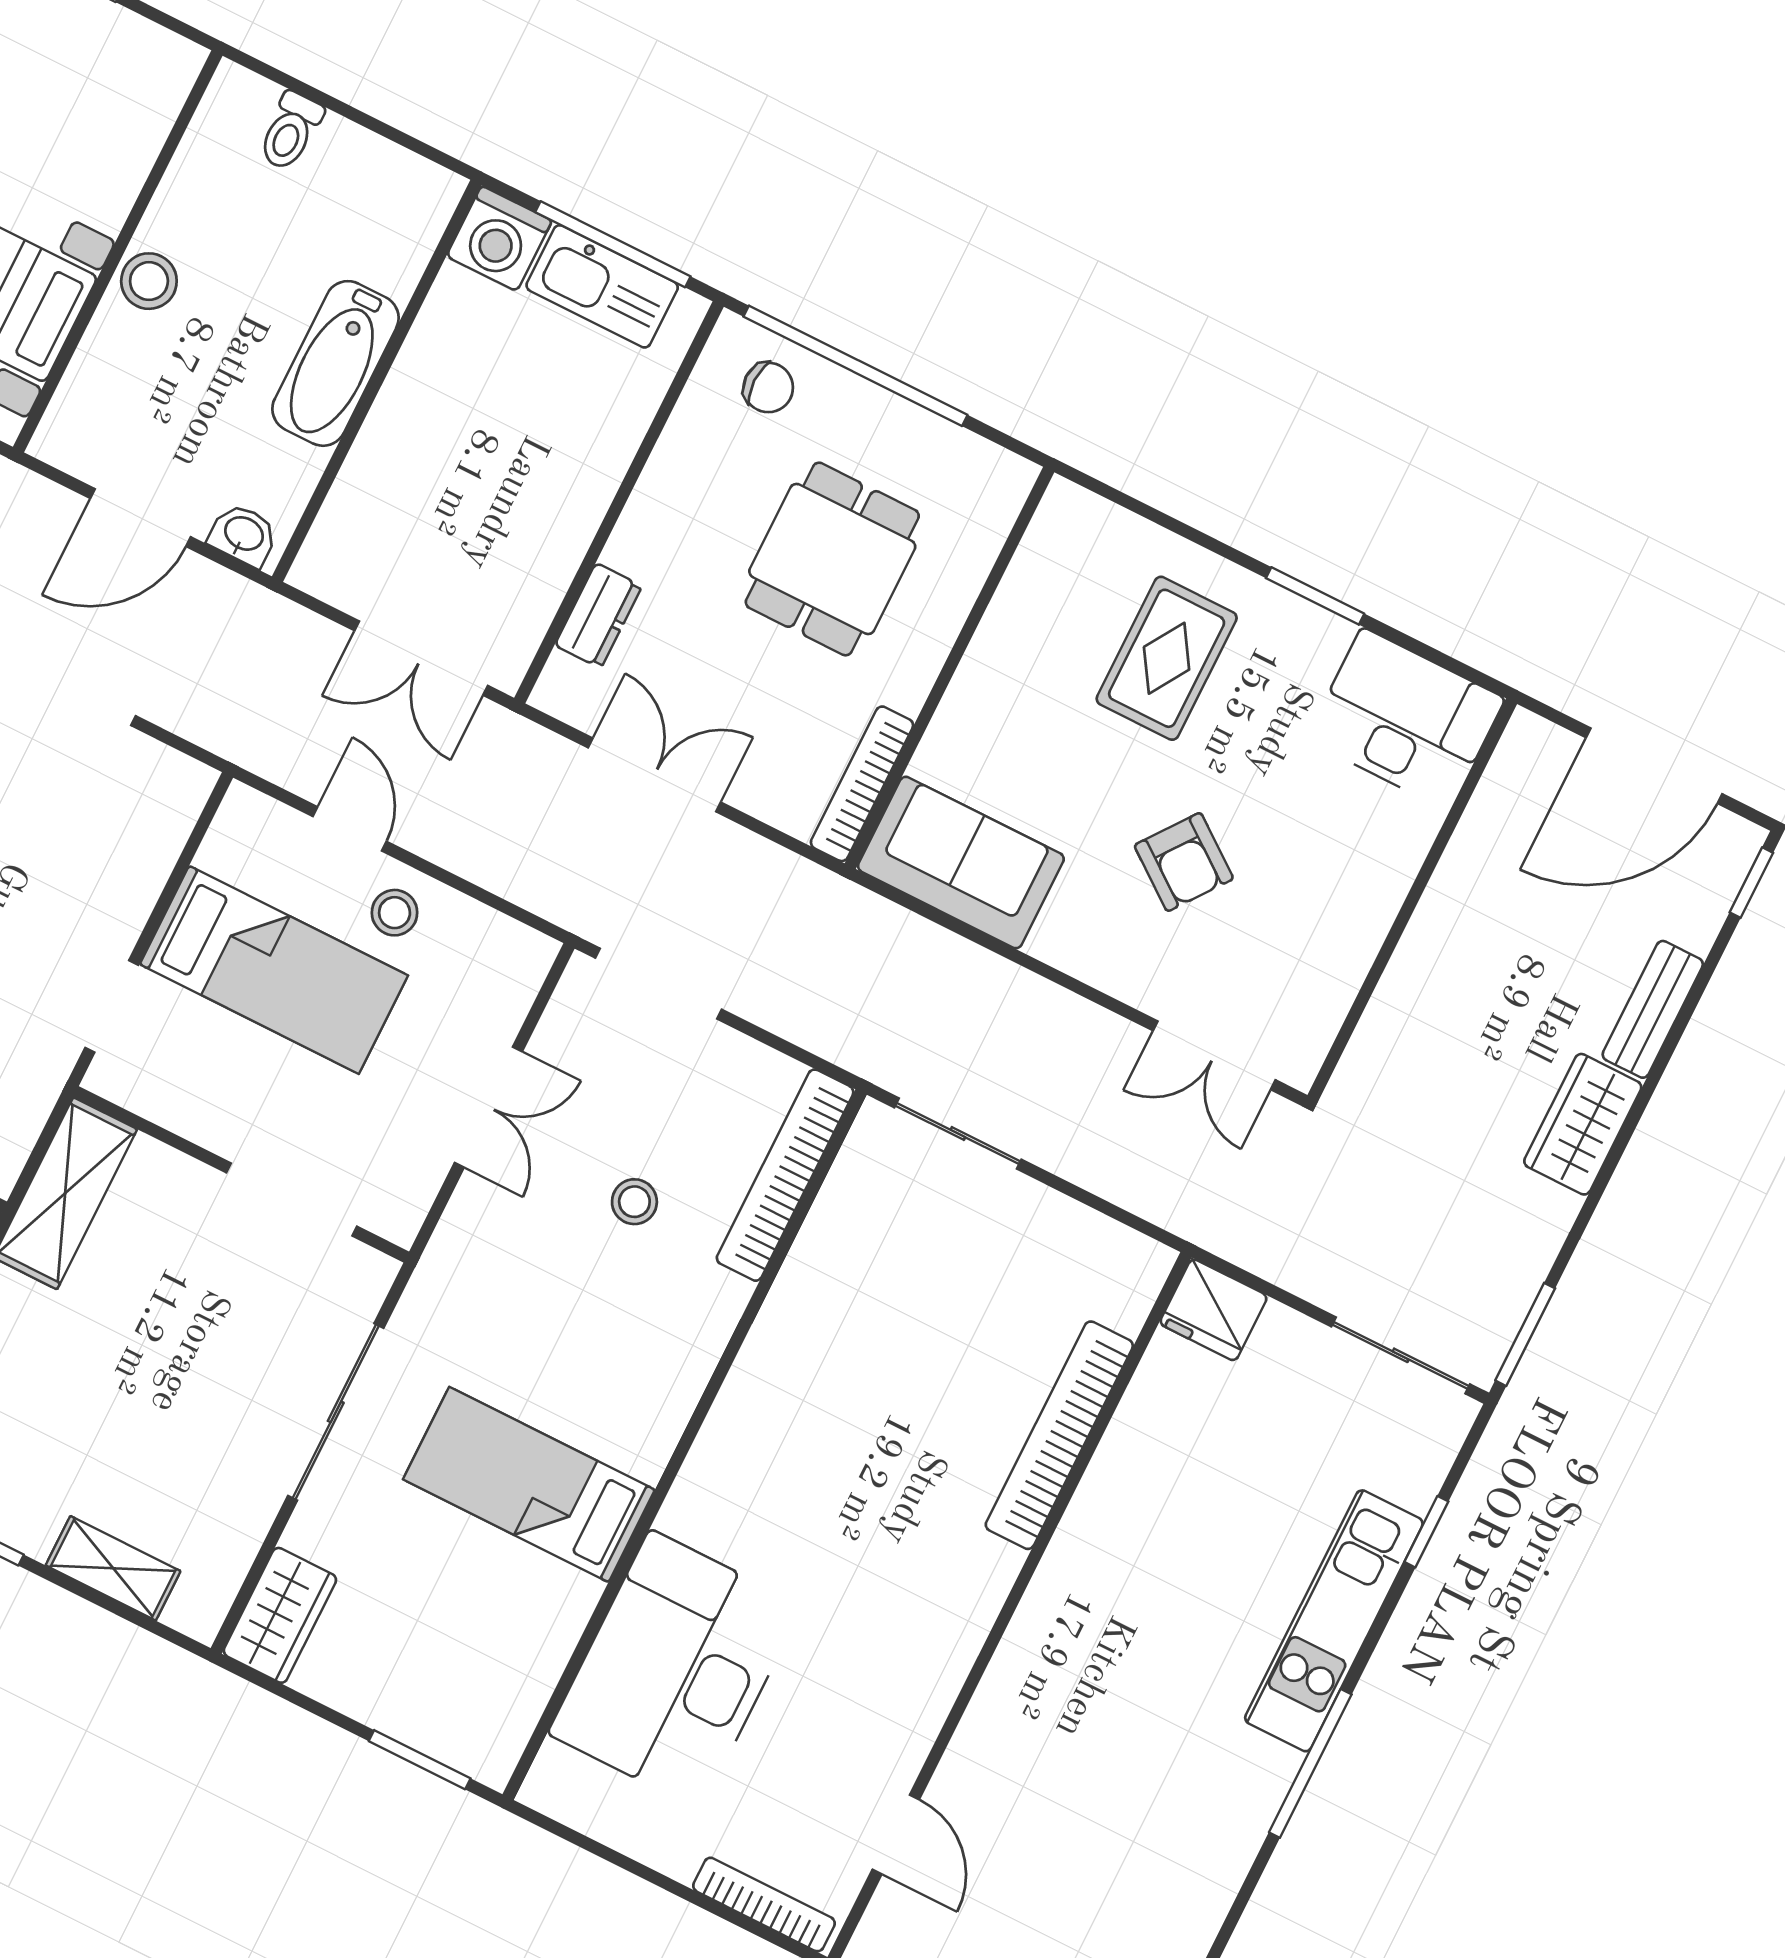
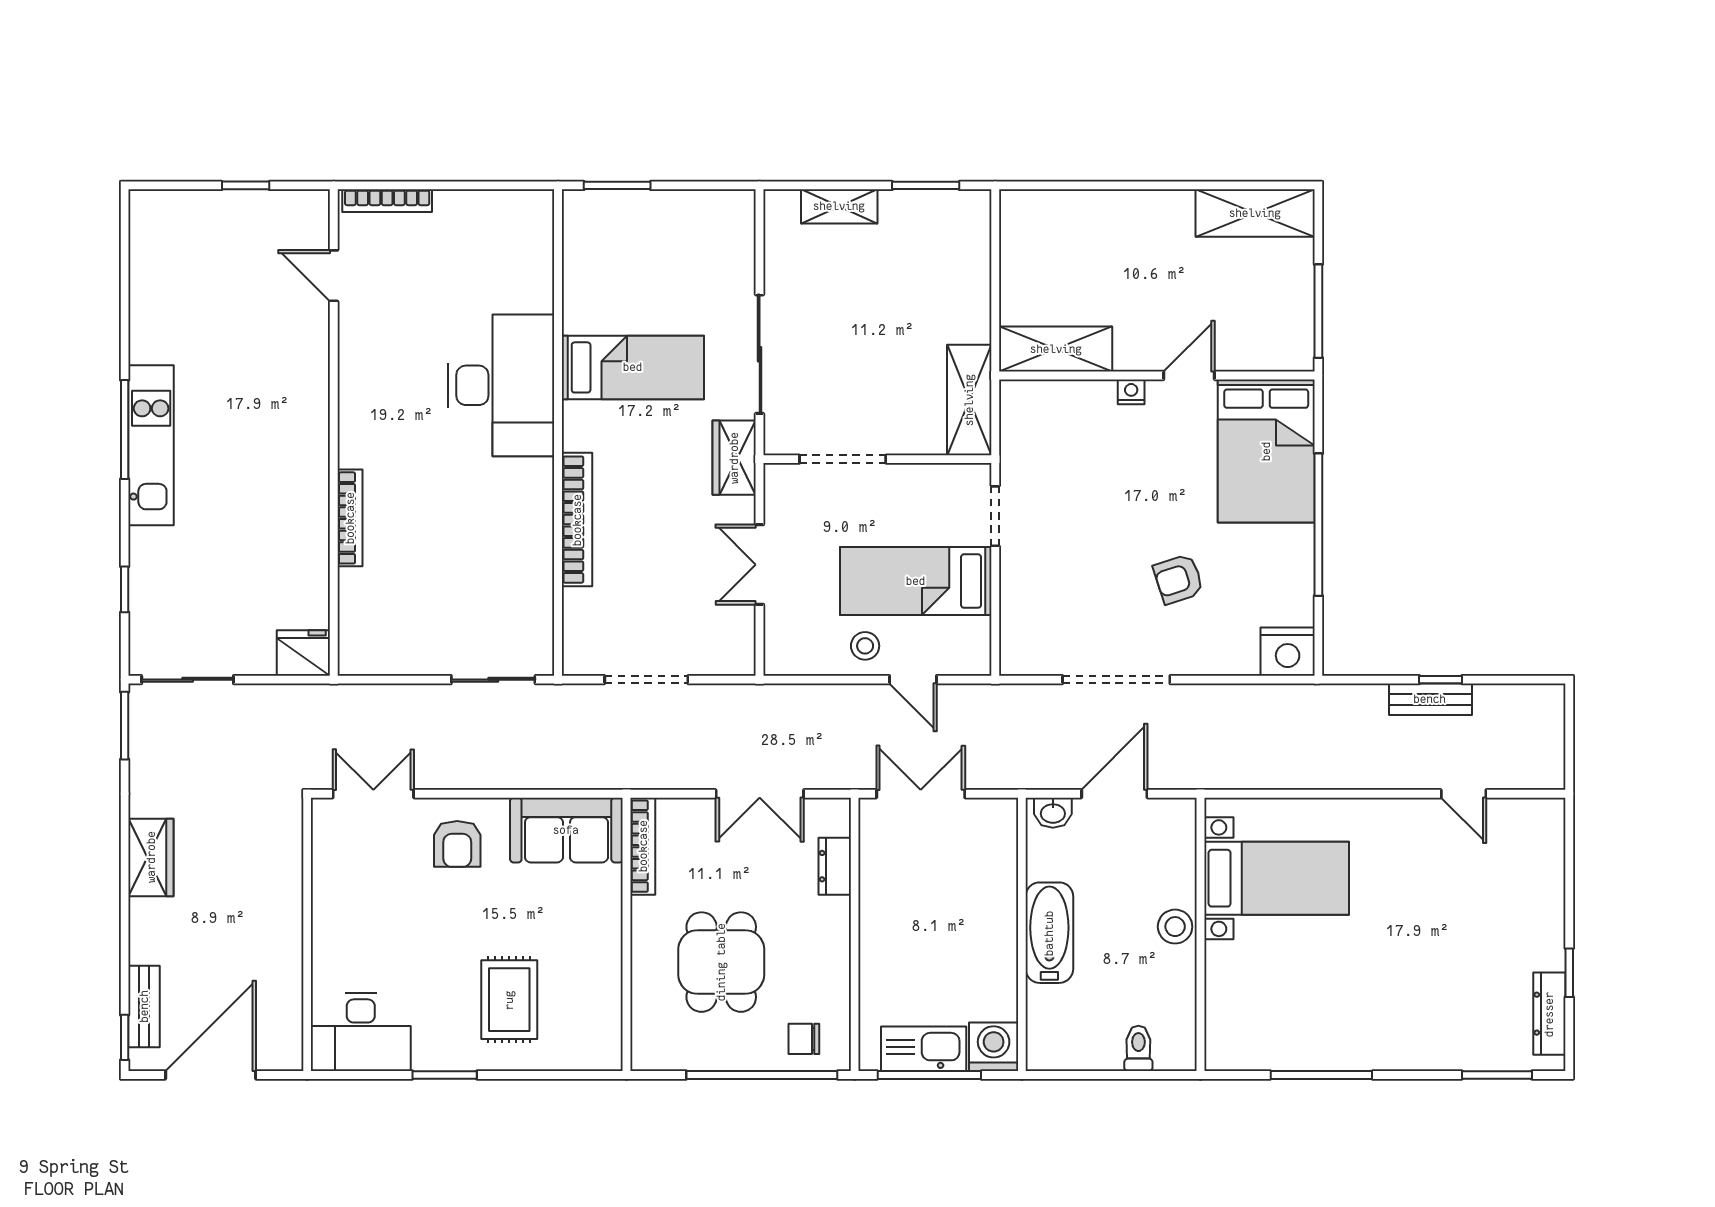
armchair: (1184, 862) -> (457, 844), moved, turned -127
doorway: (658, 984) -> (646, 680), moved
bench: (1653, 1009) -> (144, 1006), moved
bookcase: (785, 1175) -> (577, 520), moved
stool: (634, 1202) -> (653, 553), removed
bookcase: (1059, 1435) -> (350, 518), width x0.68, depth x0.76
wardrobe: (280, 1615) -> (734, 458), moved
kitchen unit: (1334, 1621) -> (151, 445), moved
desk: (675, 1670) -> (501, 385), moved

